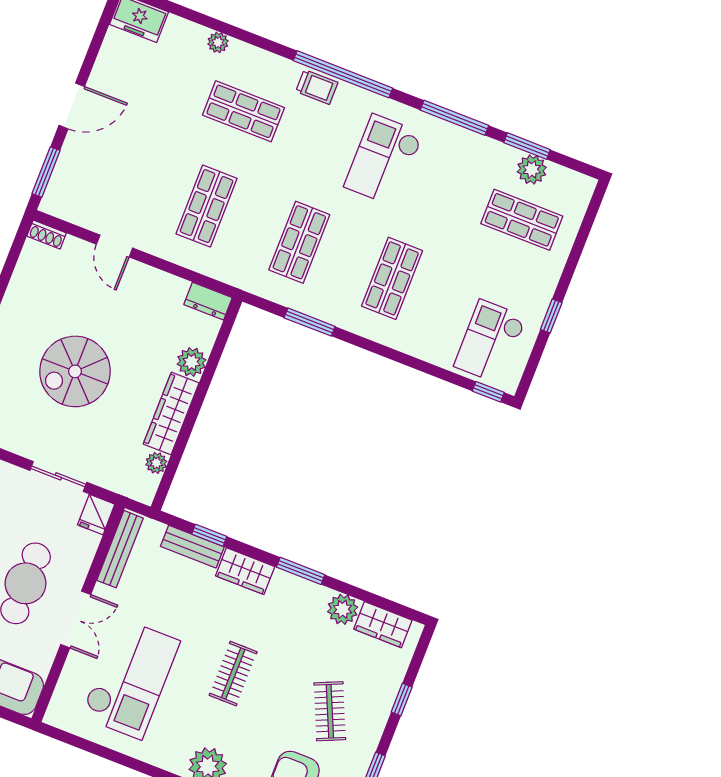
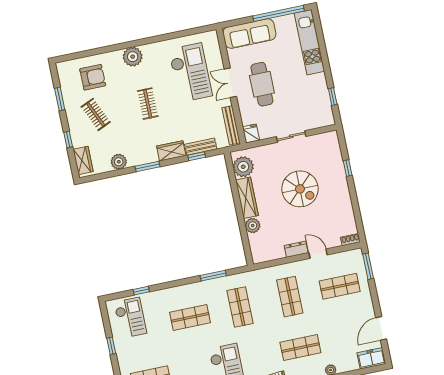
door: (72, 106) -> (381, 328), moved
shop shelf: (114, 170) -> (340, 286), added
shop shelf: (392, 278) -> (190, 317), turned 90
dresser: (208, 301) -> (296, 249), moved
spiral stairs: (75, 371) -> (300, 189), turned 90
window: (488, 392) -> (141, 291), moved
plant: (156, 463) -> (243, 167), width x1.87, depth x1.87
sliding door: (58, 476) -> (291, 136), moved
wardrobe: (383, 625) -> (83, 160), moved, turned 90
checkout: (130, 679) -> (190, 73), turned 180

